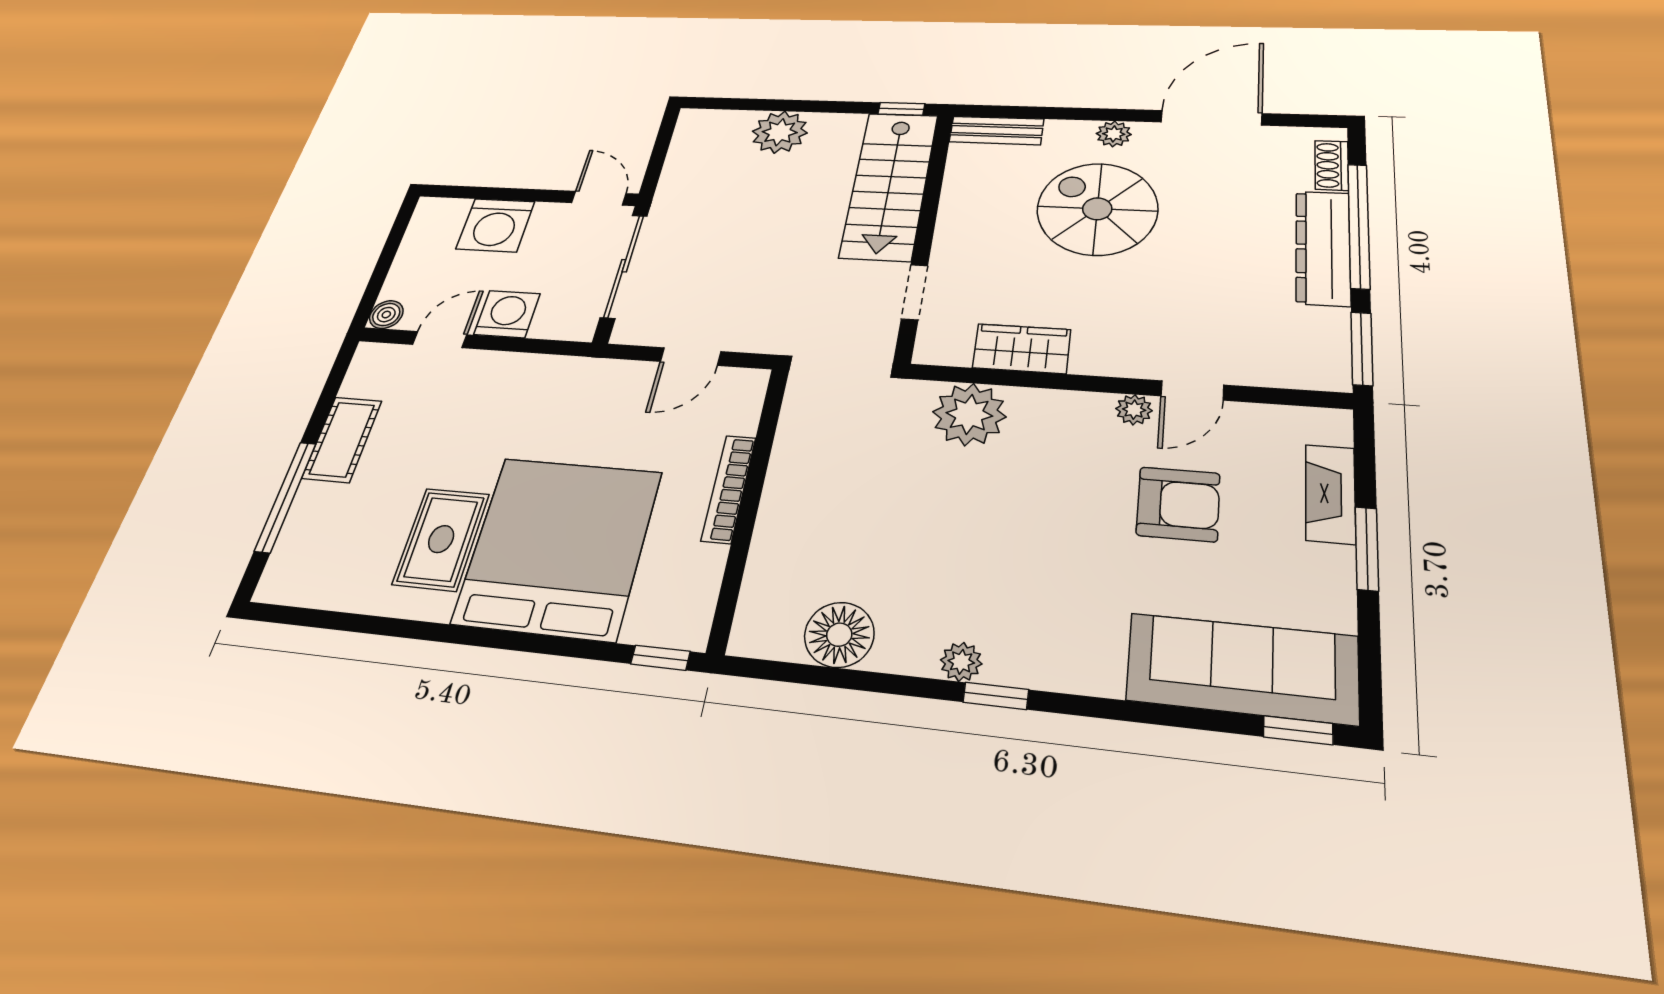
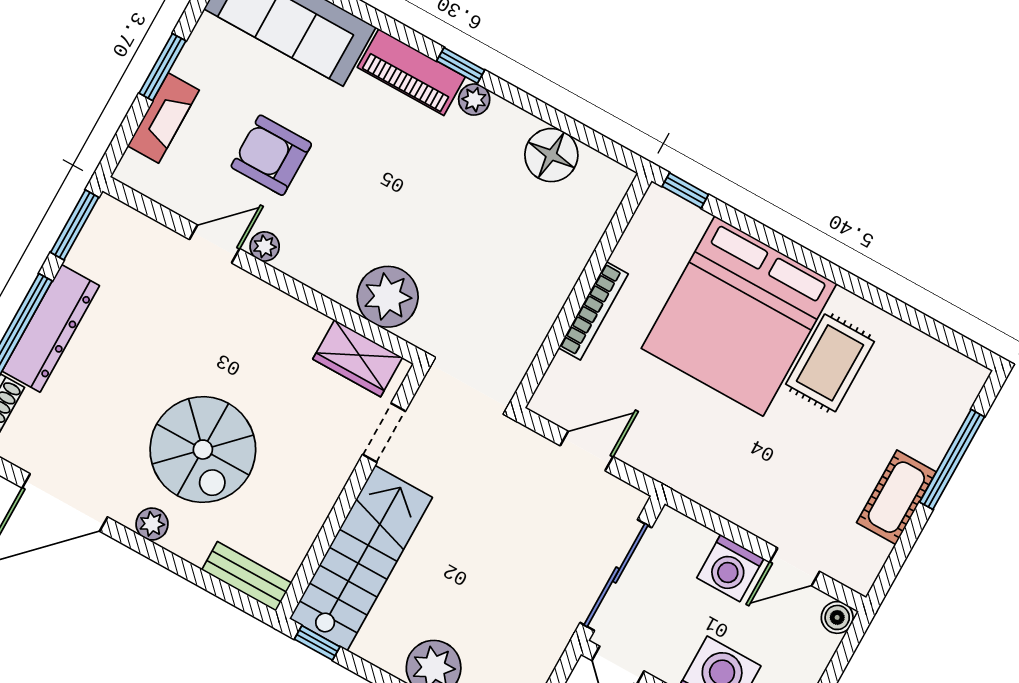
wardrobe: (1022, 349) -> (358, 358), moved
piano: (1055, 663) -> (411, 72), added

